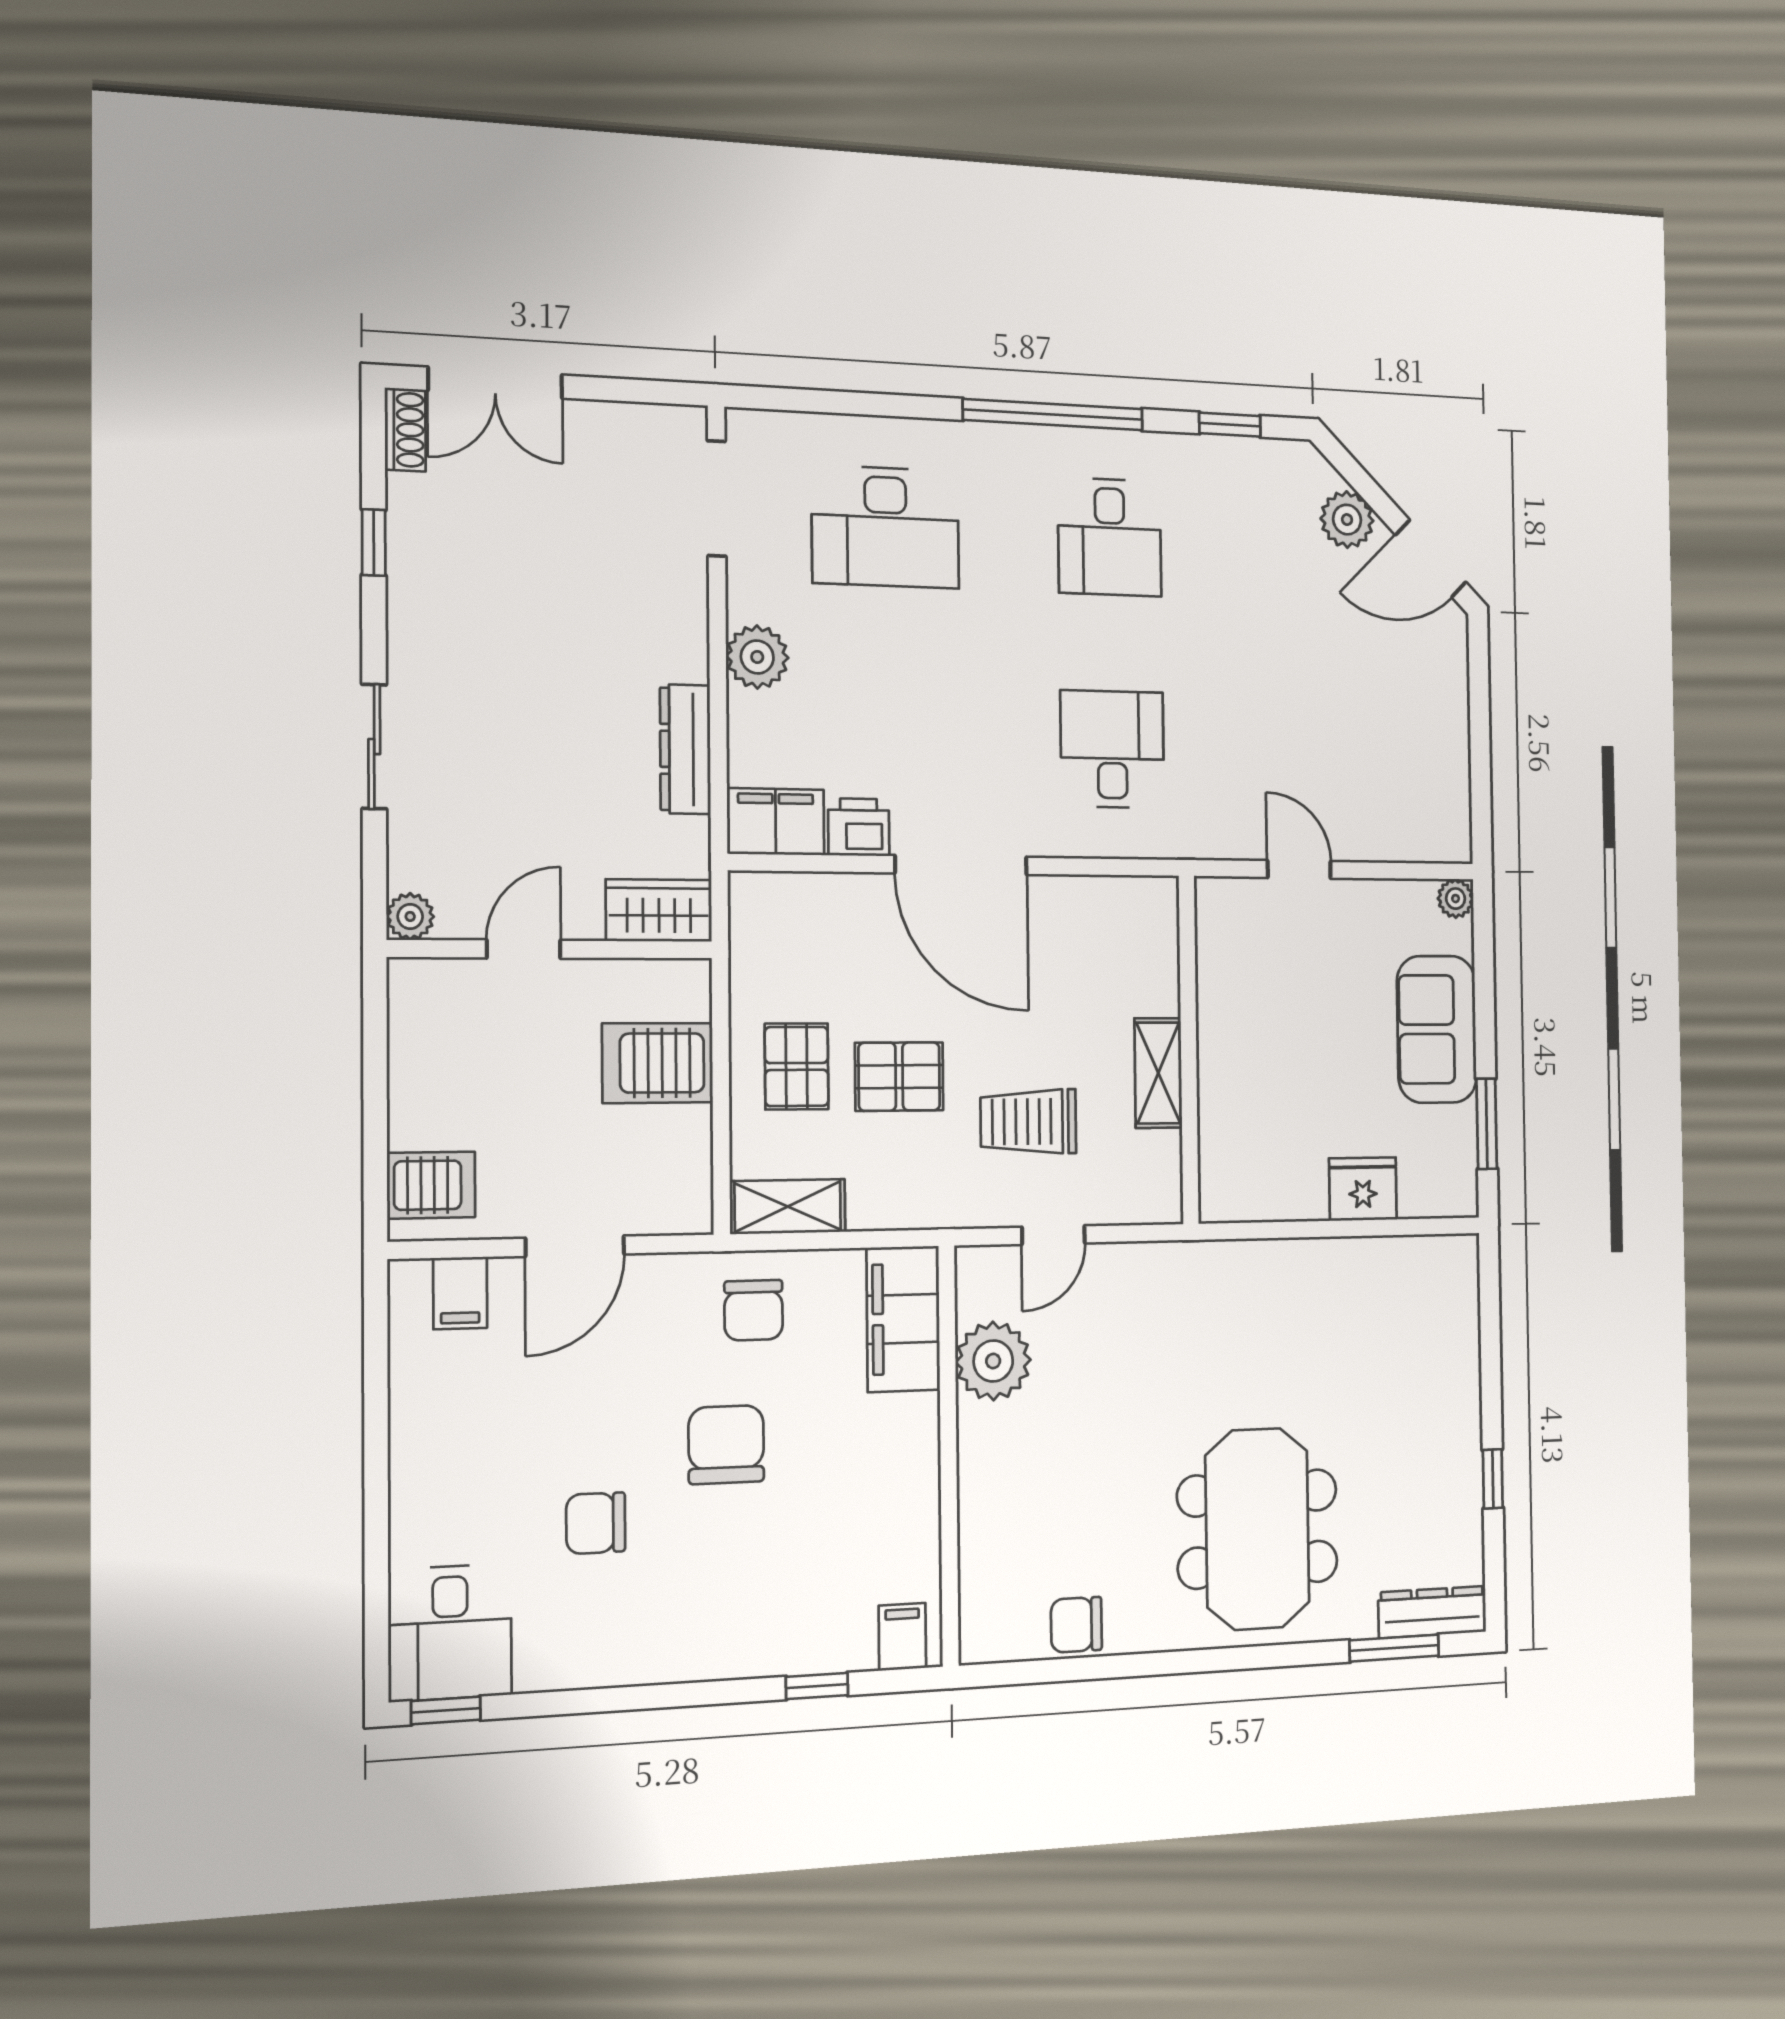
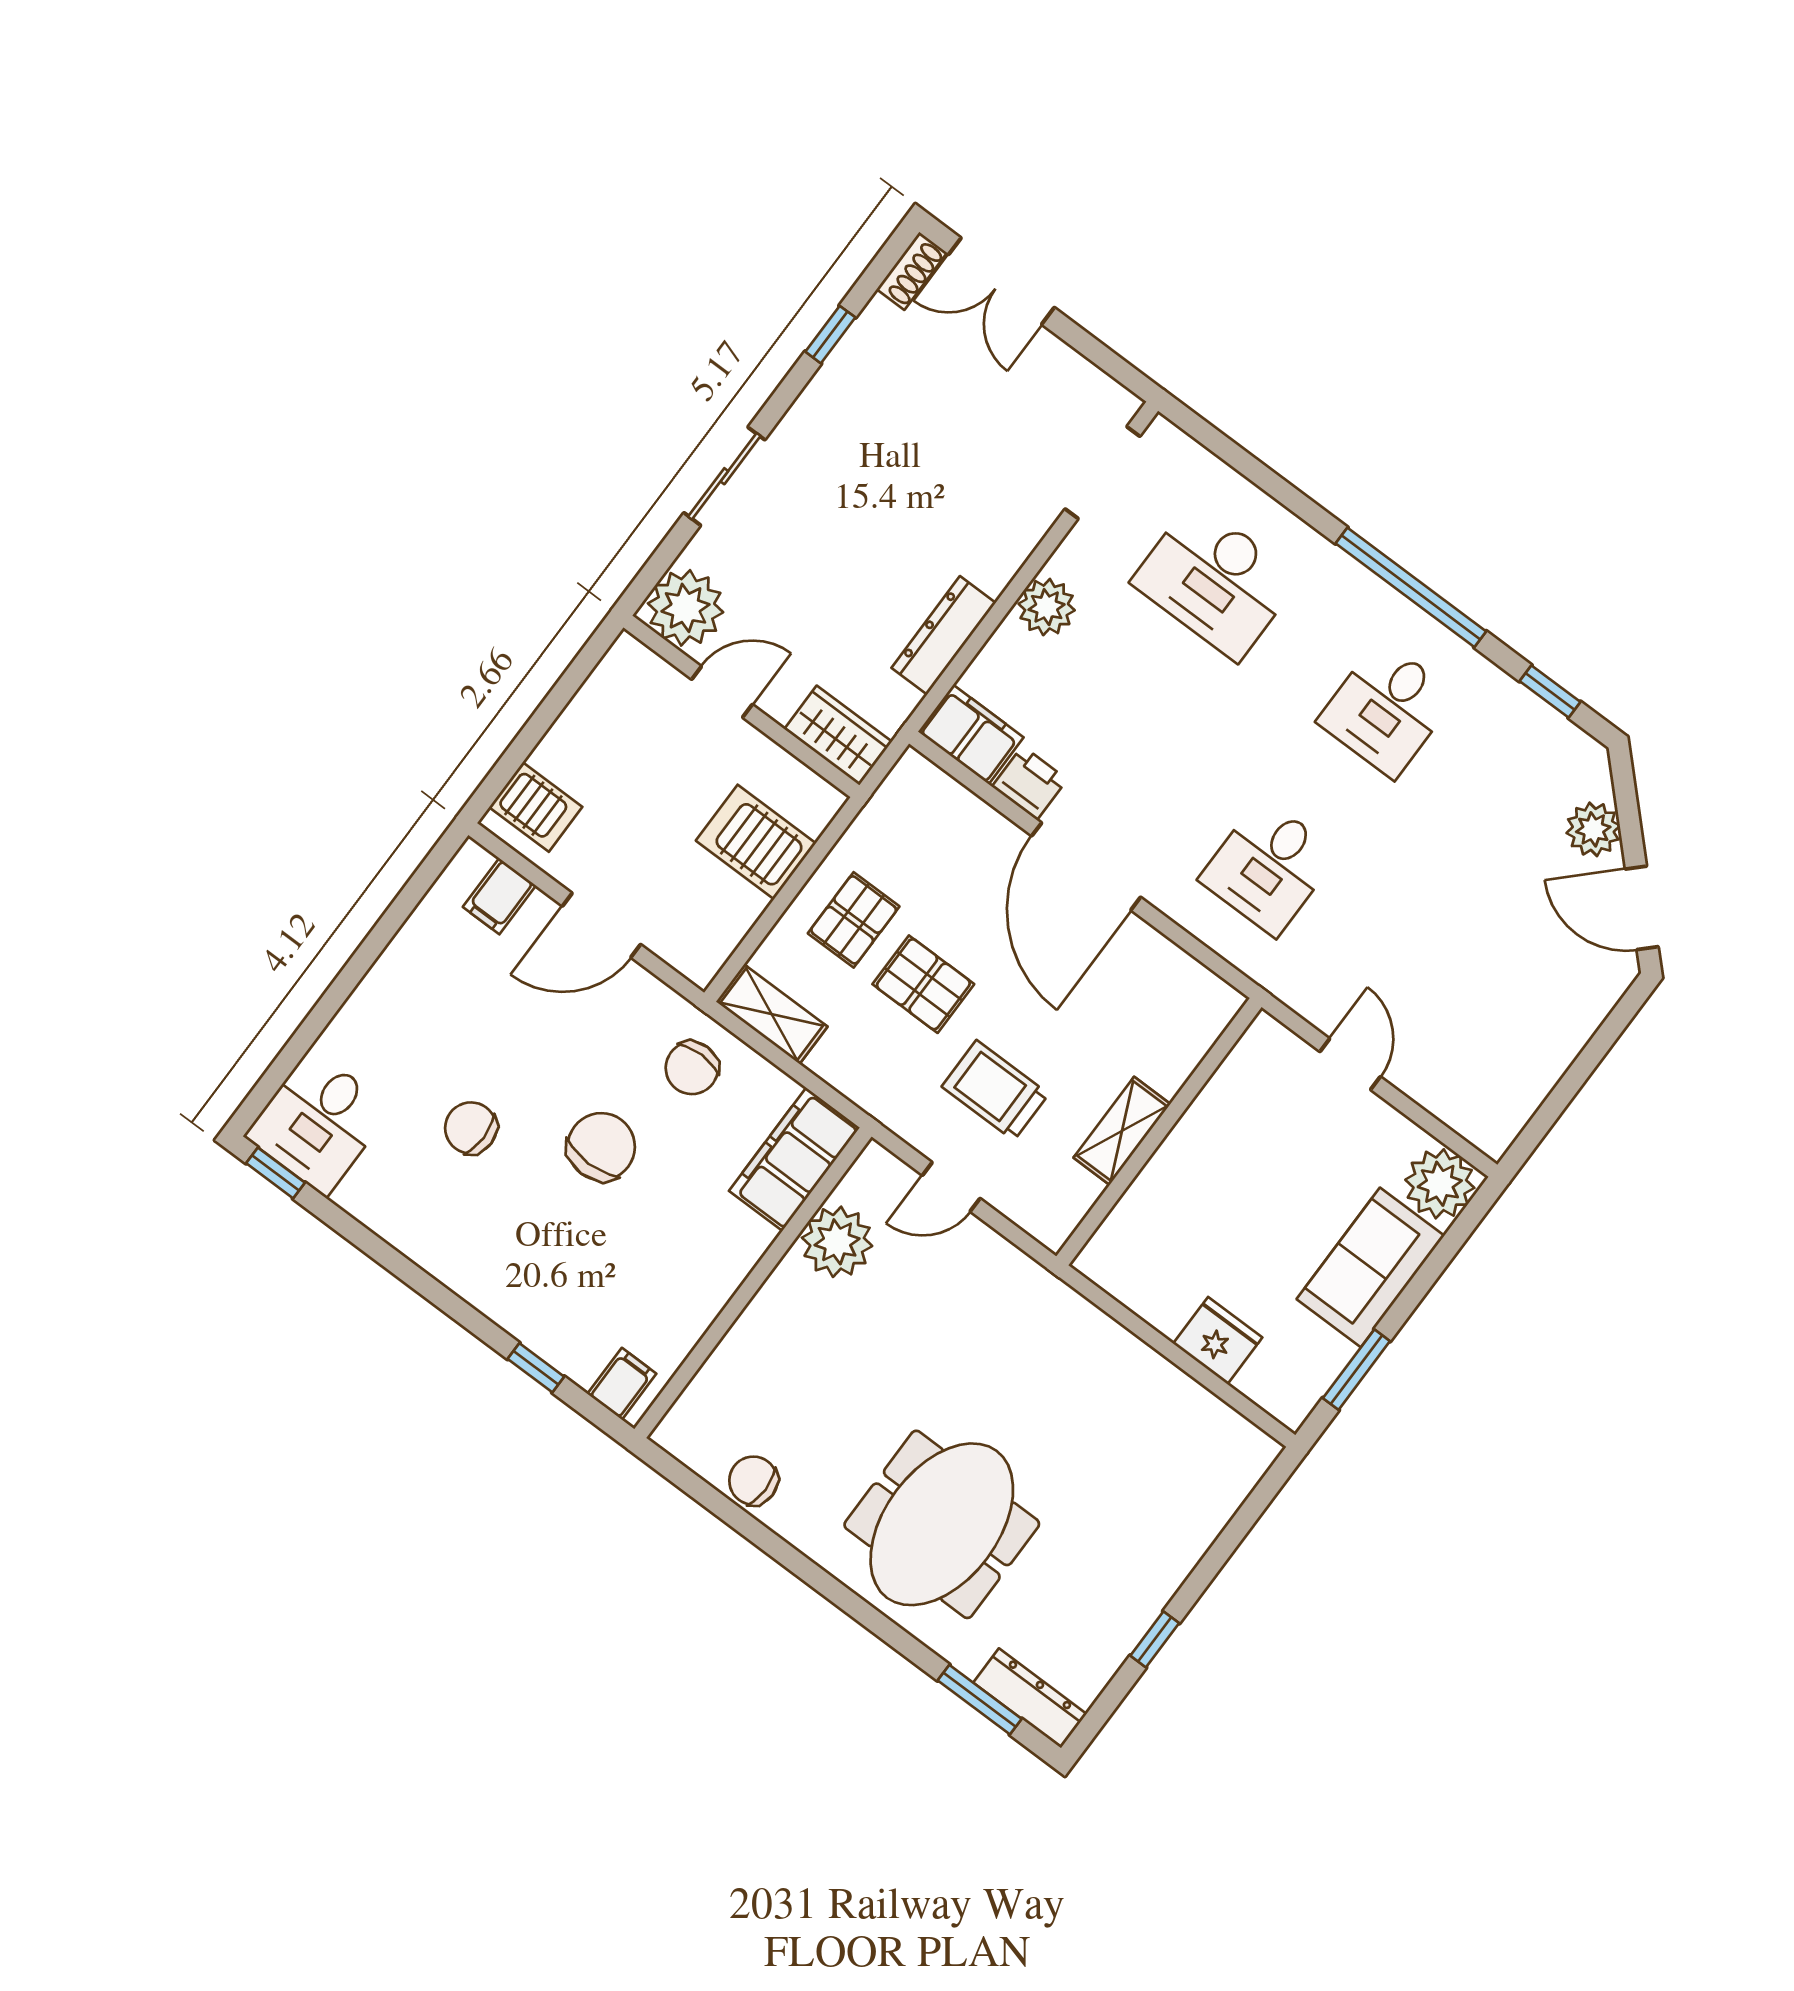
desk: (1112, 749) -> (1269, 867), turned 180
plant: (1456, 899) -> (1440, 1184), width x1.88, depth x1.88
plant: (410, 916) -> (686, 608), width x1.88, depth x1.88

